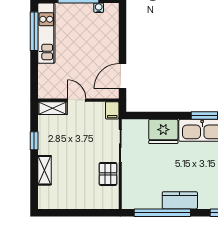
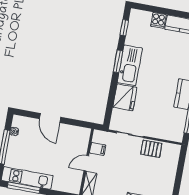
door: (122, 76) -> (50, 118), moved
filing cabinet: (112, 110) -> (98, 149), moved

